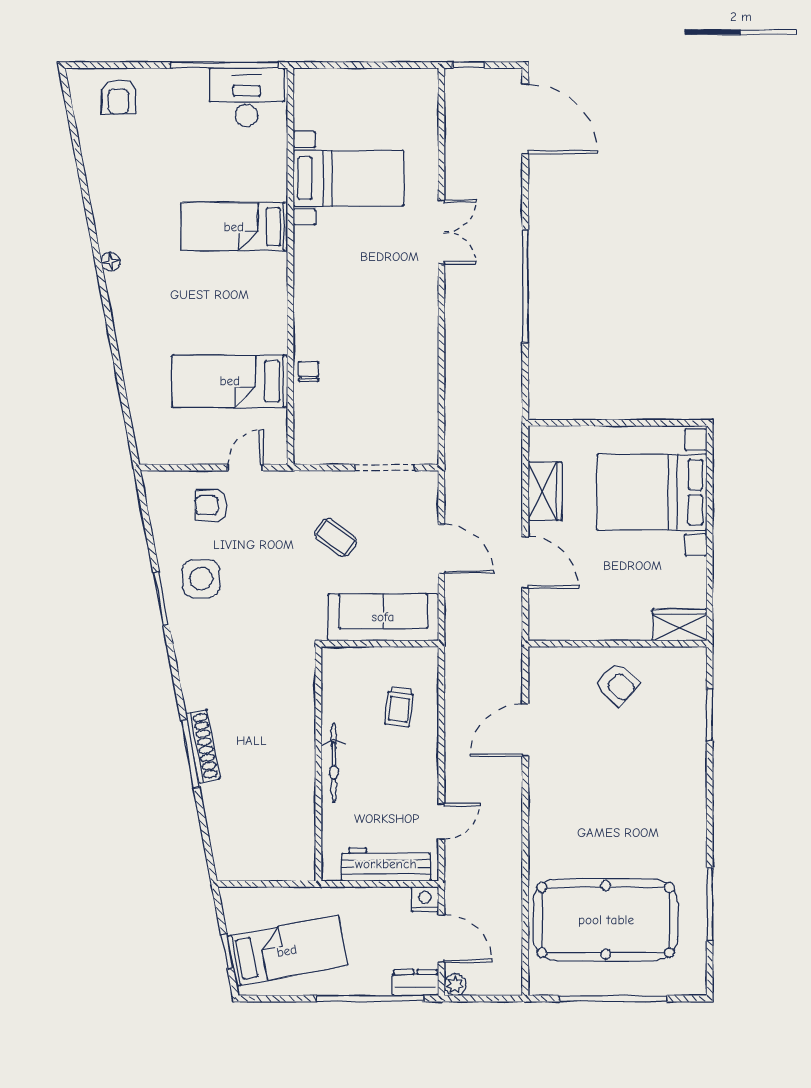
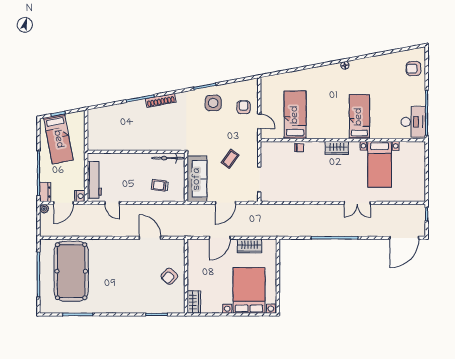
wardrobe: (309, 281) -> (337, 148), added
shoe rack: (203, 746) -> (161, 100), moved
bicycle: (334, 763) -> (168, 158), moved

